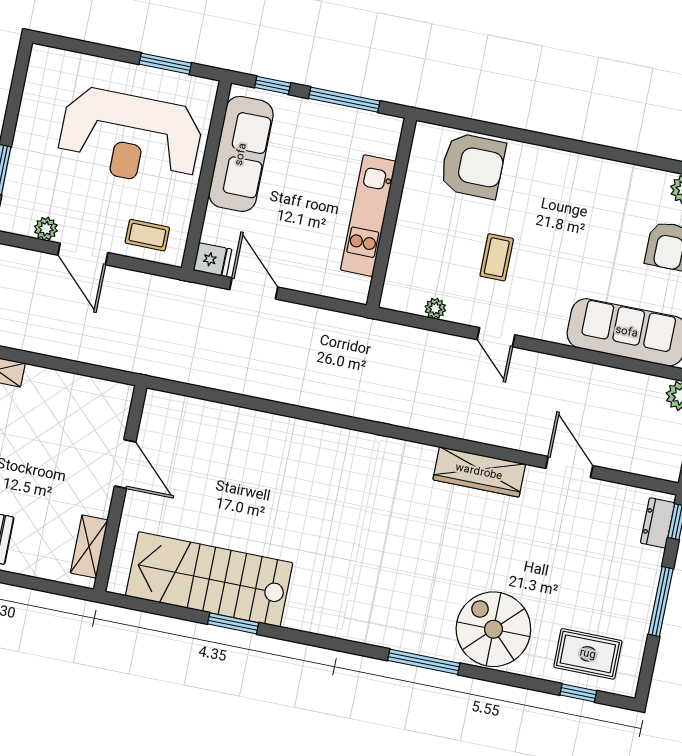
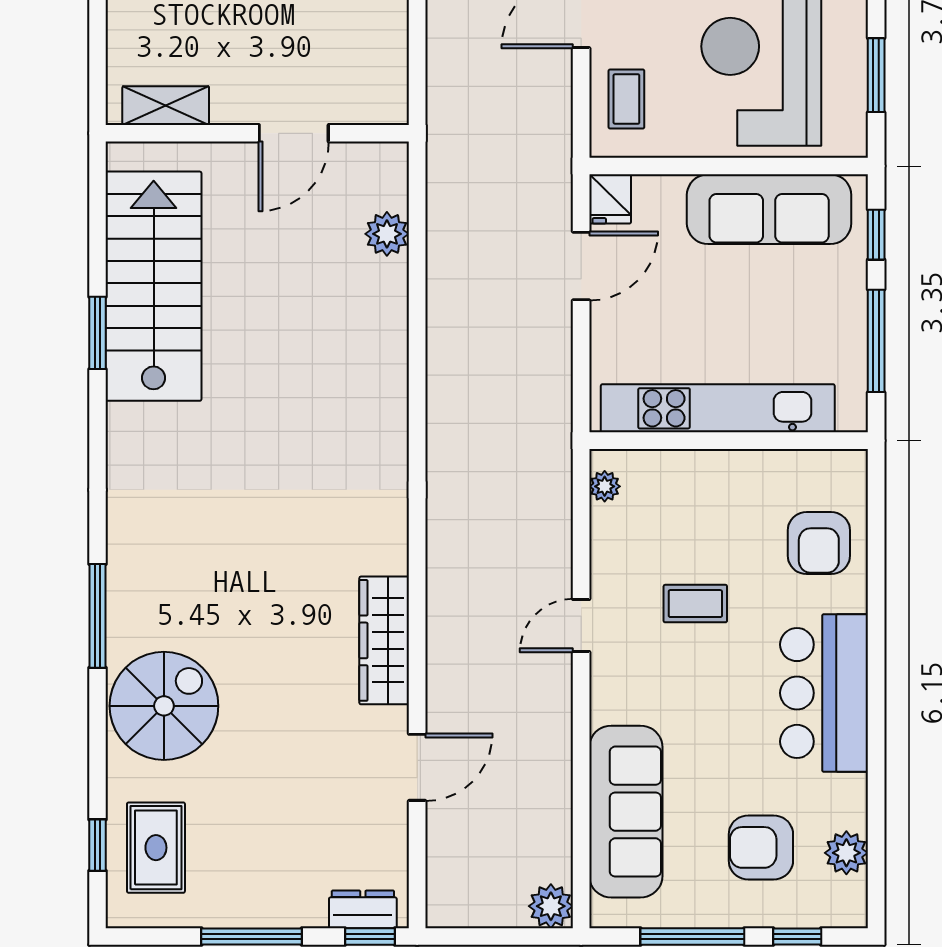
armchair: (473, 166) -> (819, 543), width x0.73, depth x0.73
bar counter: (574, 183) -> (824, 693), added
kitchen unit: (368, 216) -> (718, 408), width x1.36
plant: (435, 308) -> (605, 486), moved
plant: (206, 415) -> (387, 234), added

